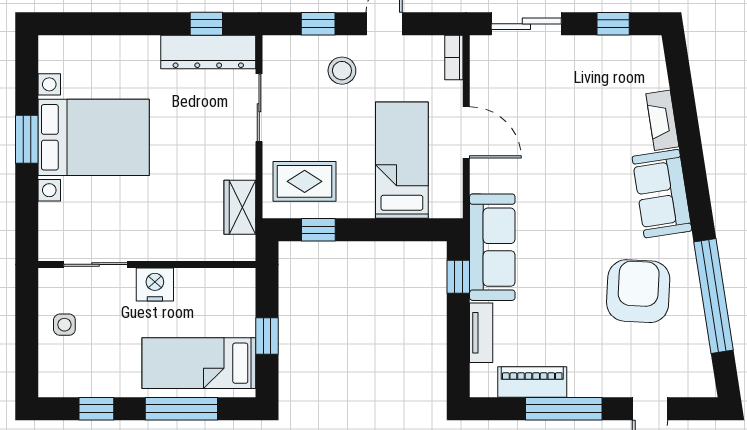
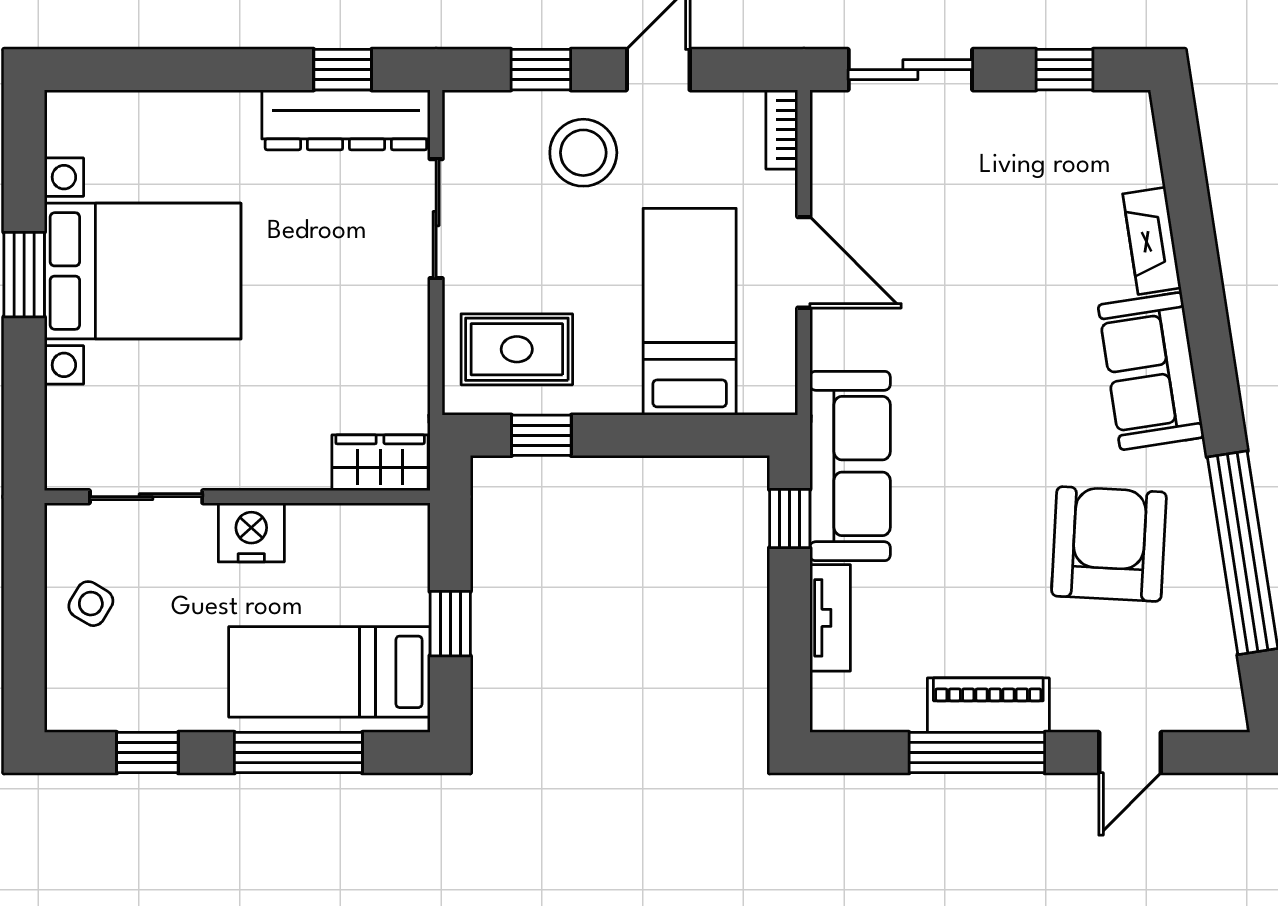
stool: (342, 71) -> (583, 153), width x1.38, depth x1.38
wardrobe: (240, 207) -> (380, 463), moved, turned 90
side table: (64, 325) -> (91, 604), turned 31
piano: (532, 382) -> (988, 705), moved

